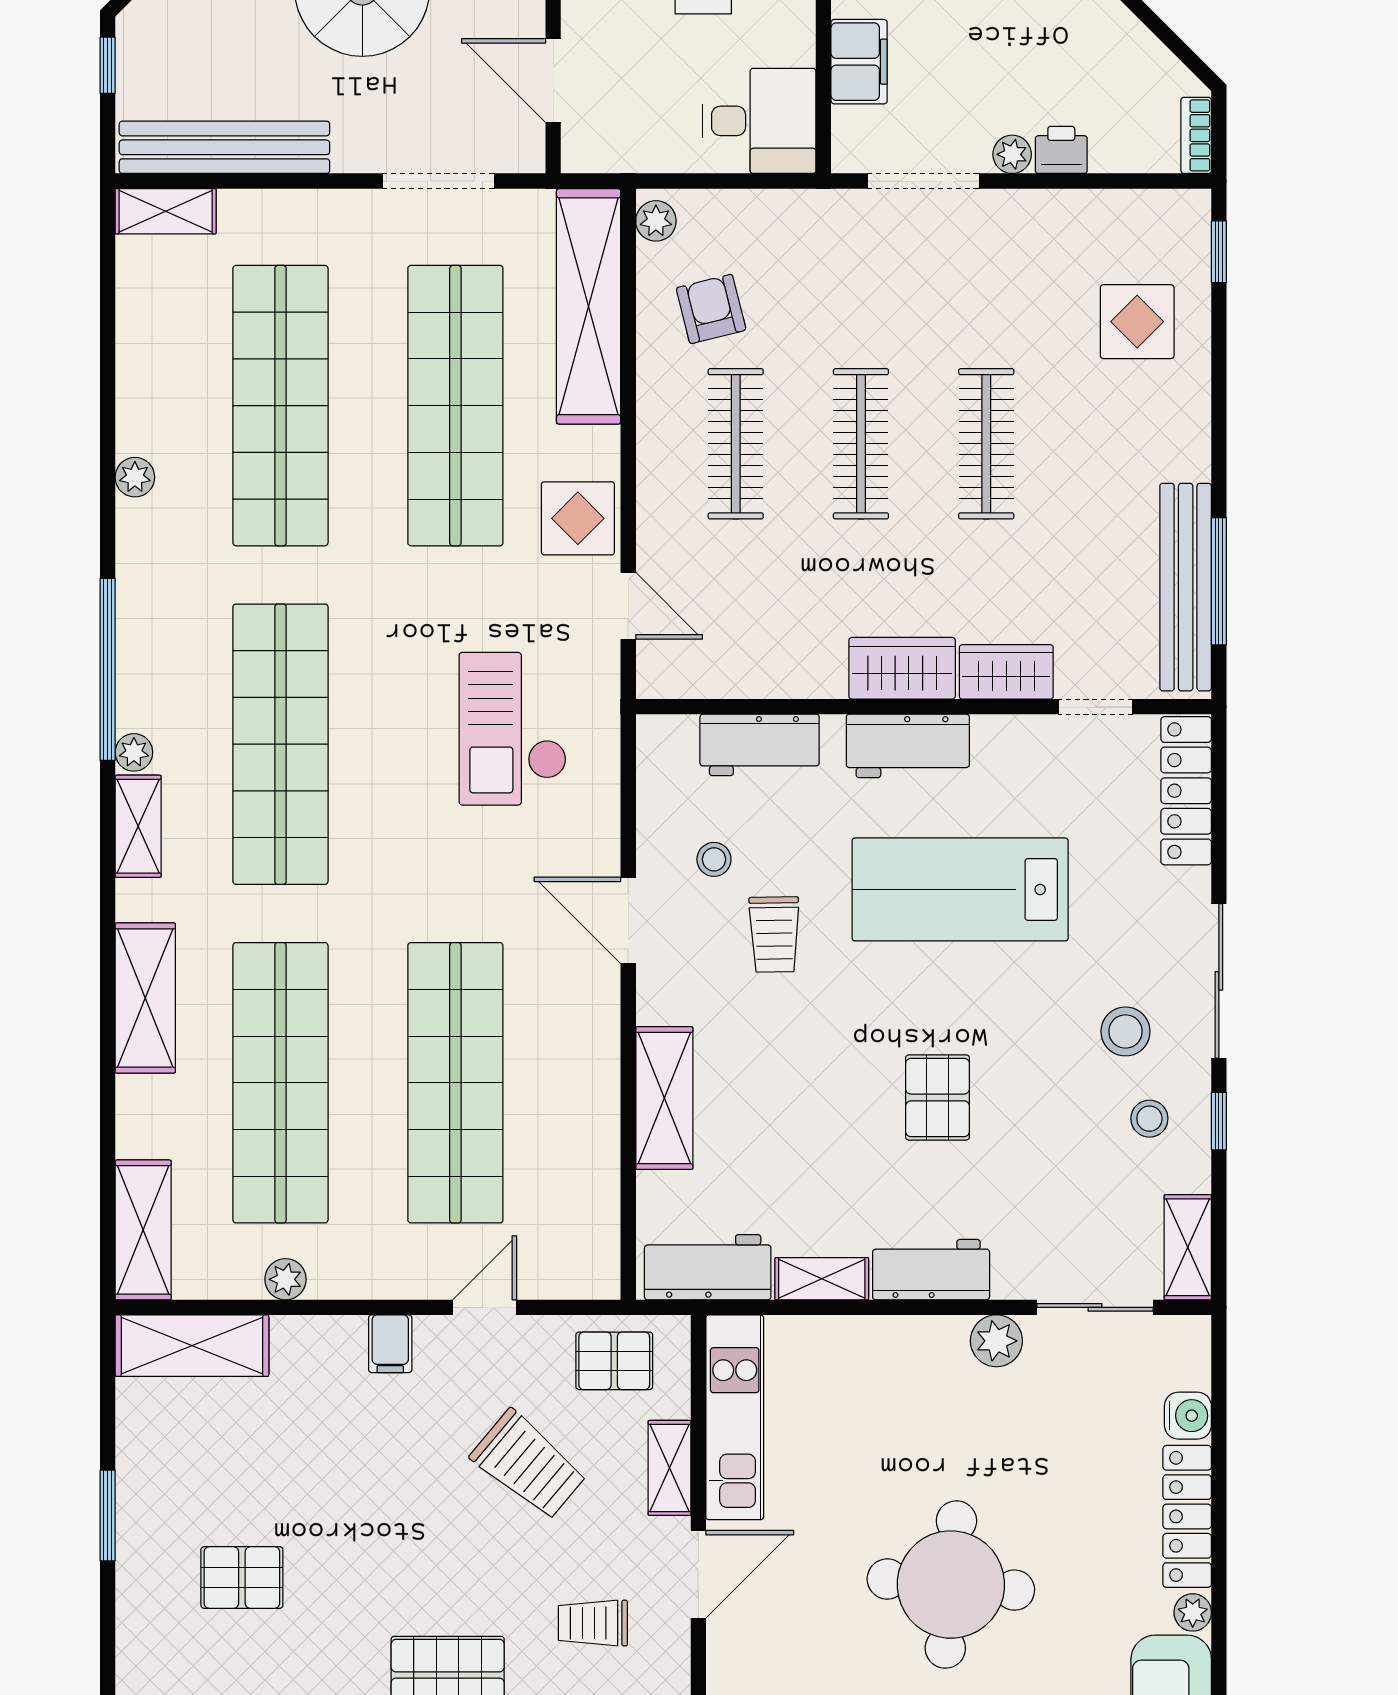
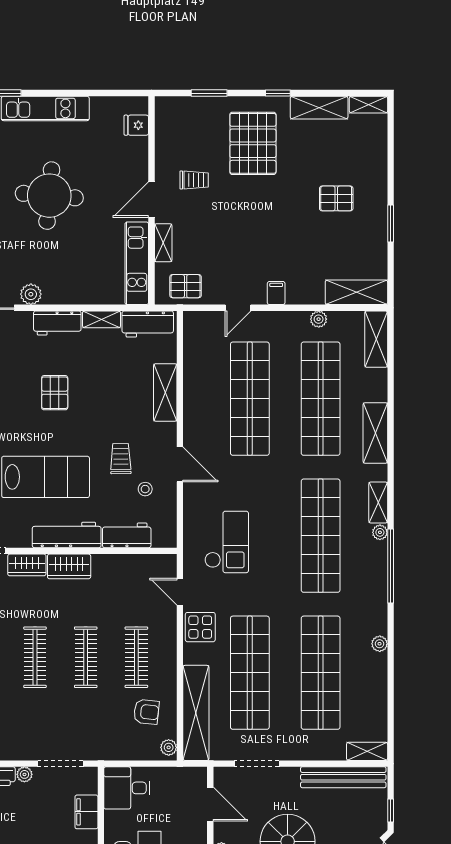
armchair: (711, 309) -> (146, 712), turned -70
workbench: (908, 746) -> (67, 535), width x1.38
trolley: (529, 1465) -> (220, 244), removed

